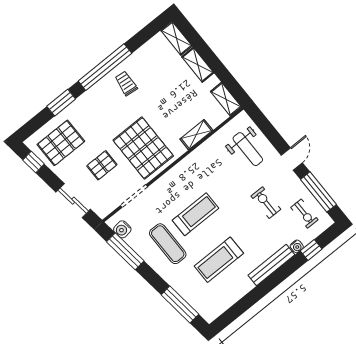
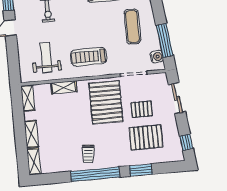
pallet: (61, 143) -> (146, 137), moved
weight bench: (248, 149) -> (46, 58), moved
treadmill: (196, 214) -> (89, 57), moved

